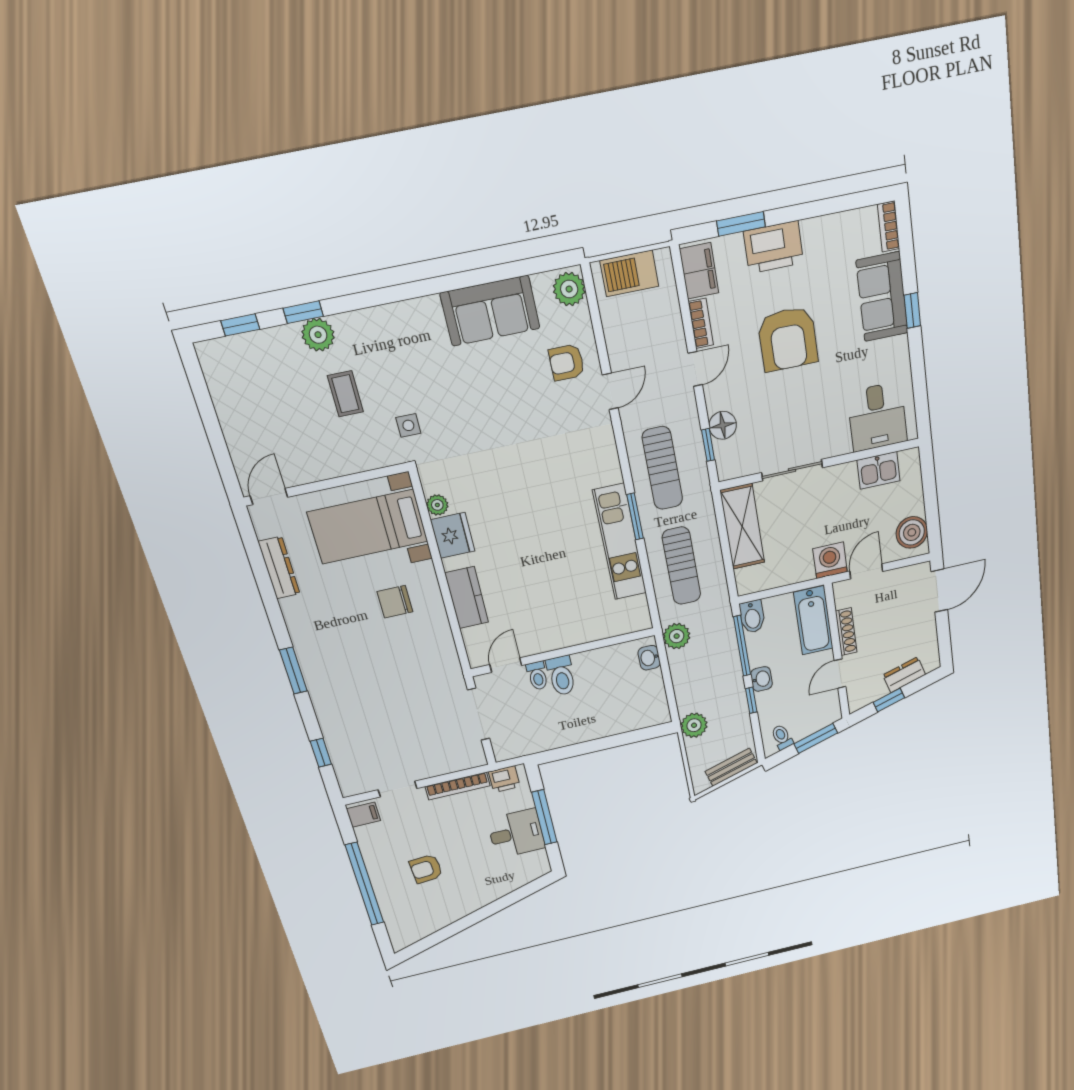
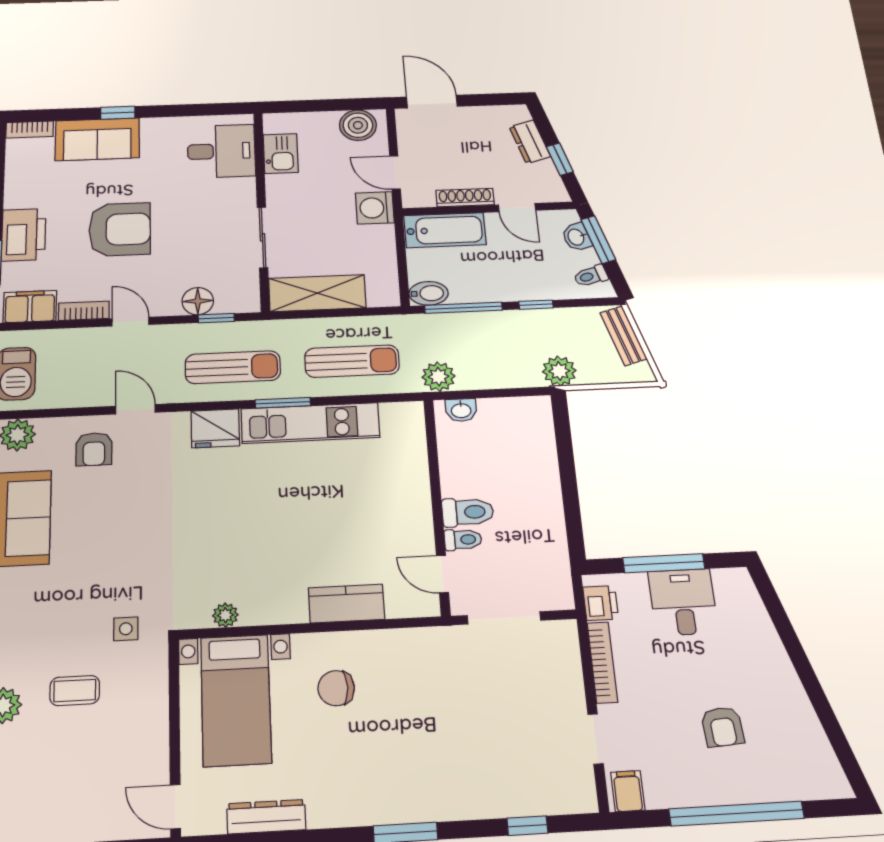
fridge: (453, 535) -> (215, 428), moved, turned 180
chair: (395, 602) -> (336, 688), turned 90
washbasin: (761, 679) -> (577, 237), moved, turned -106

